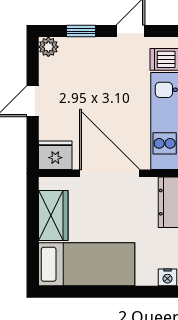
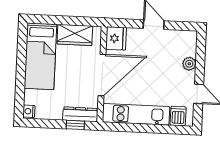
window: (81, 31) -> (200, 60), removed
plant: (48, 47) -> (189, 64), moved

